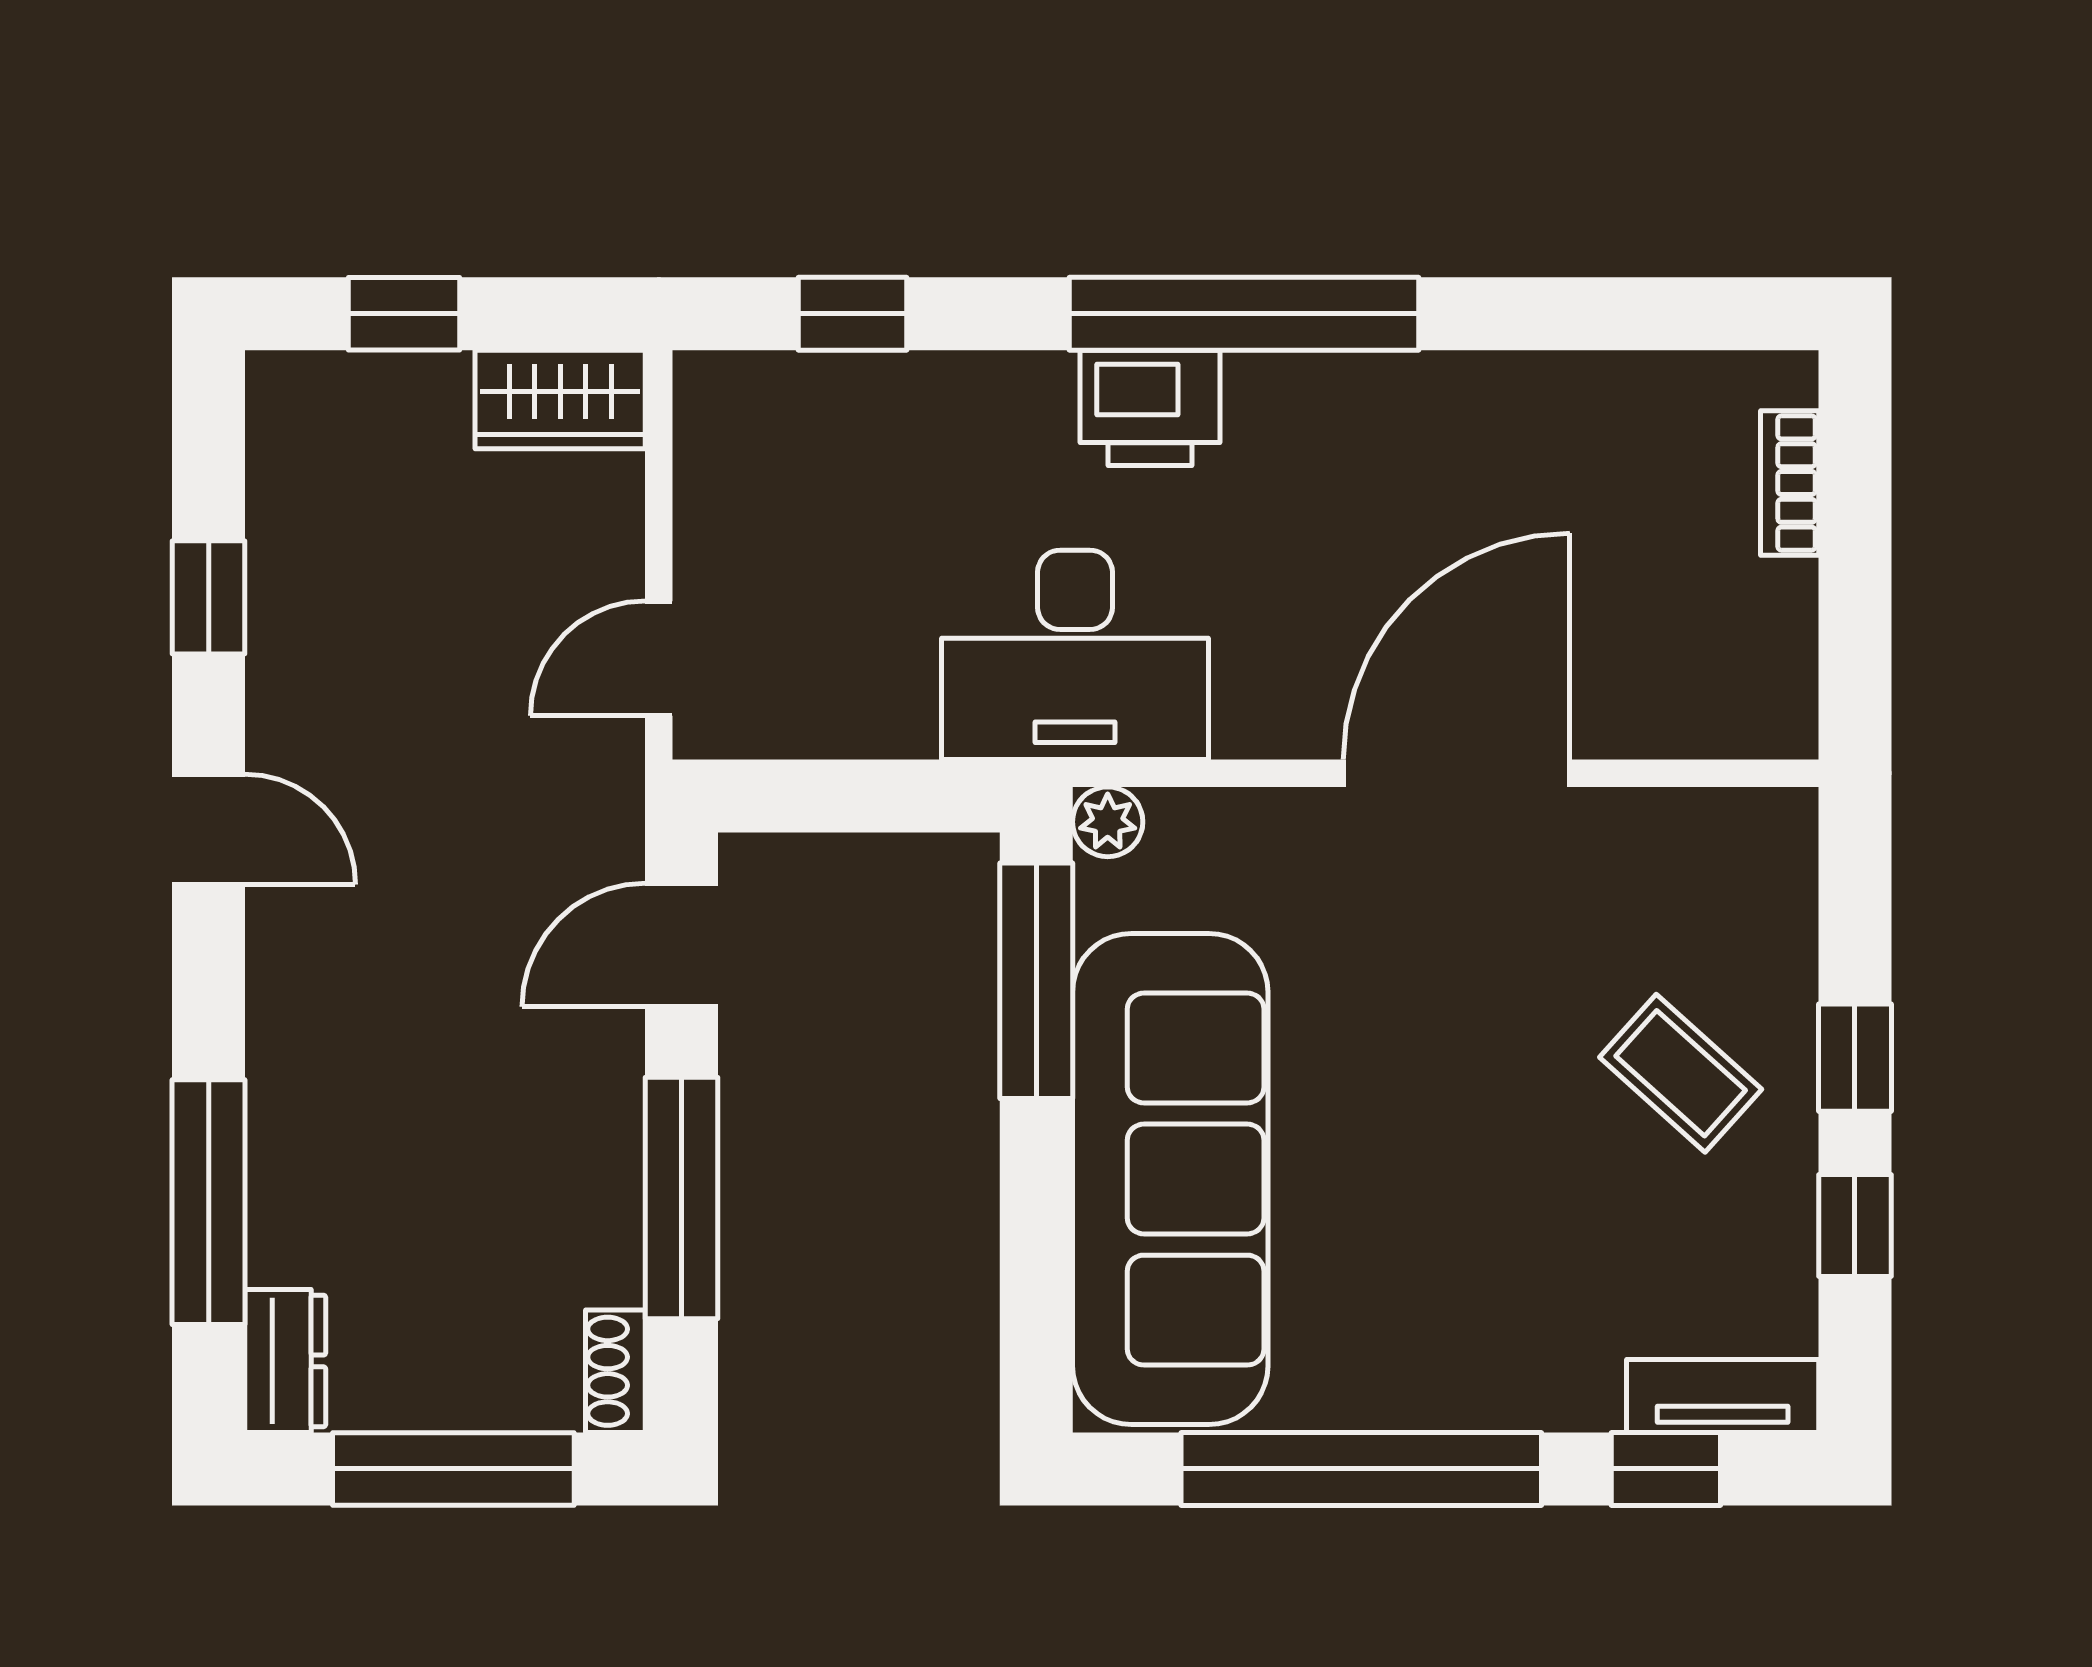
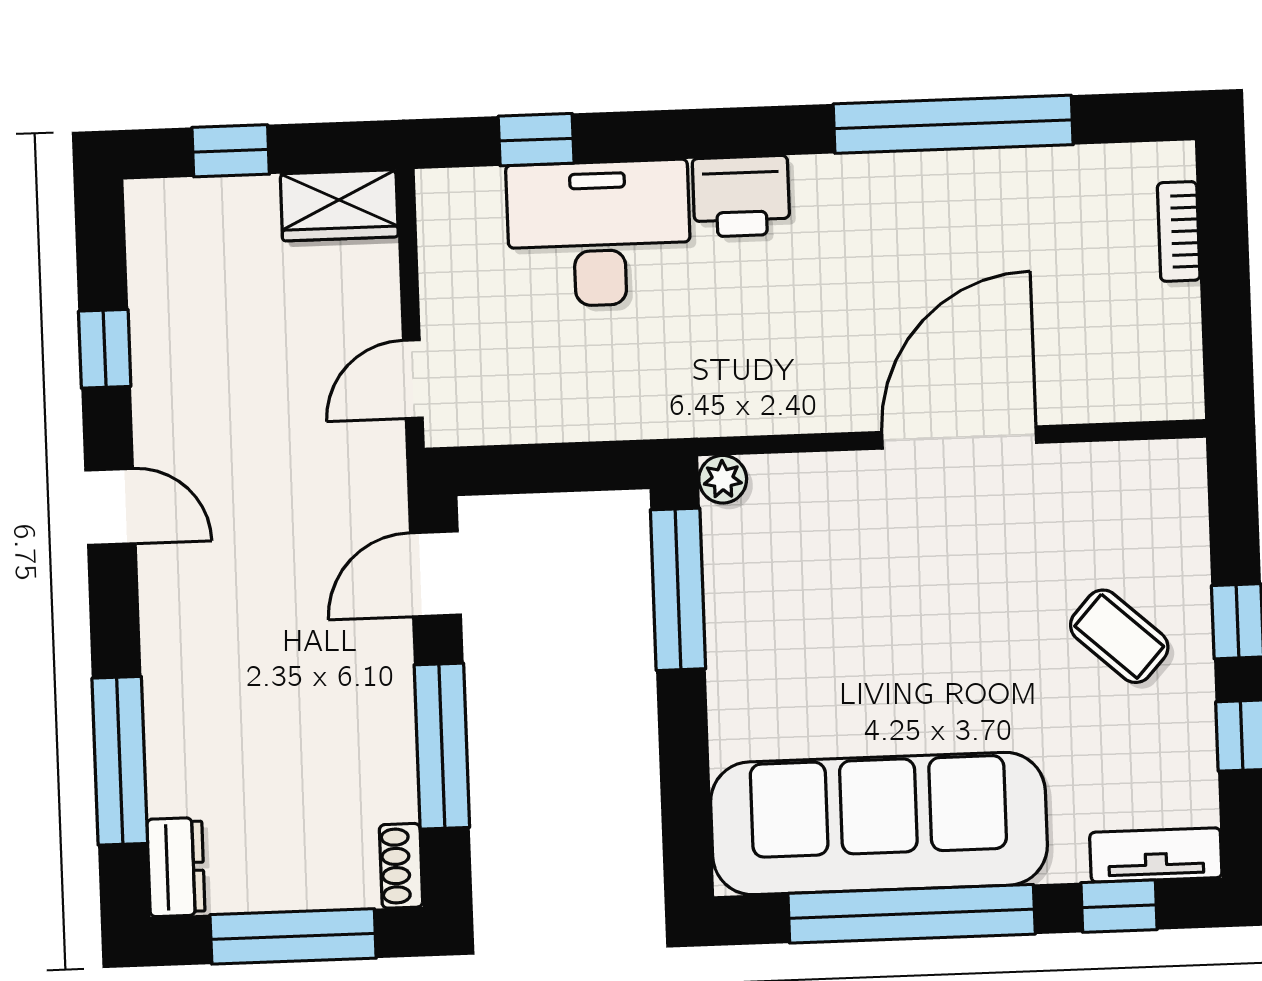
window: (1244, 314) -> (953, 124), moved
desk: (1075, 655) -> (599, 234), moved, turned 180
sofa: (1170, 1179) -> (879, 824), moved, turned -90

